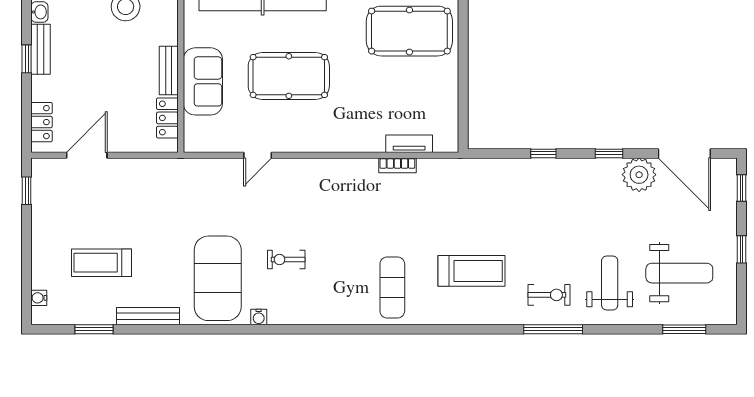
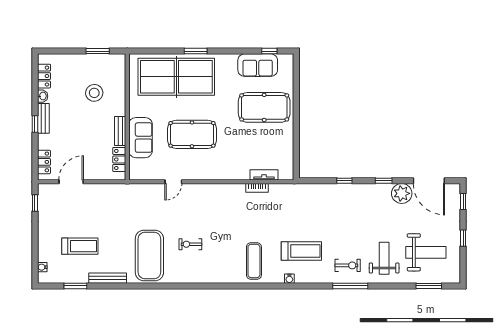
treadmill: (102, 263) -> (80, 246), turned 180
water cooler: (259, 317) -> (289, 279), moved

